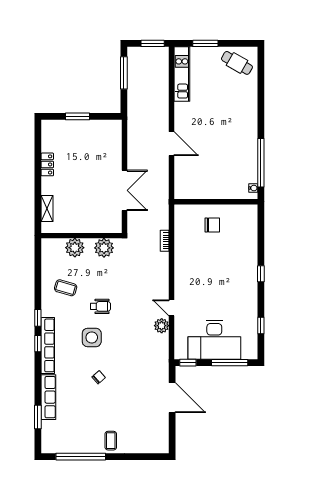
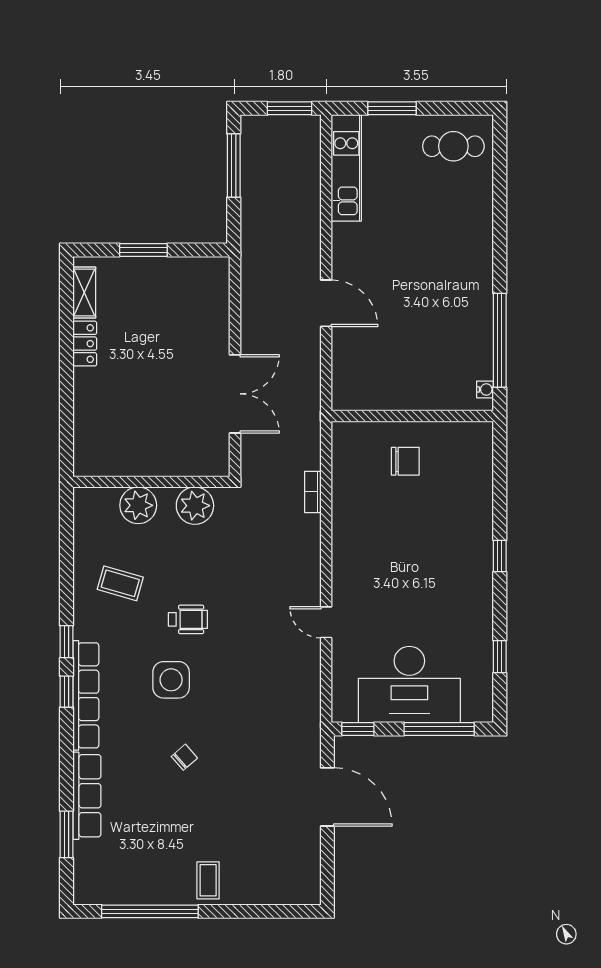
cafe table: (237, 63) -> (453, 146), turned -30
shelving: (47, 208) -> (84, 293), moved
plant: (162, 326) -> (307, 657), removed

